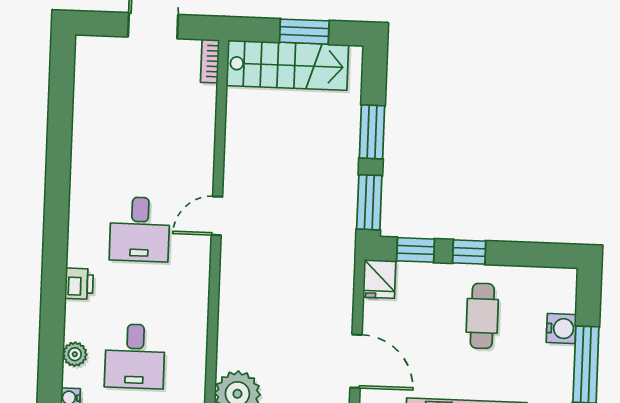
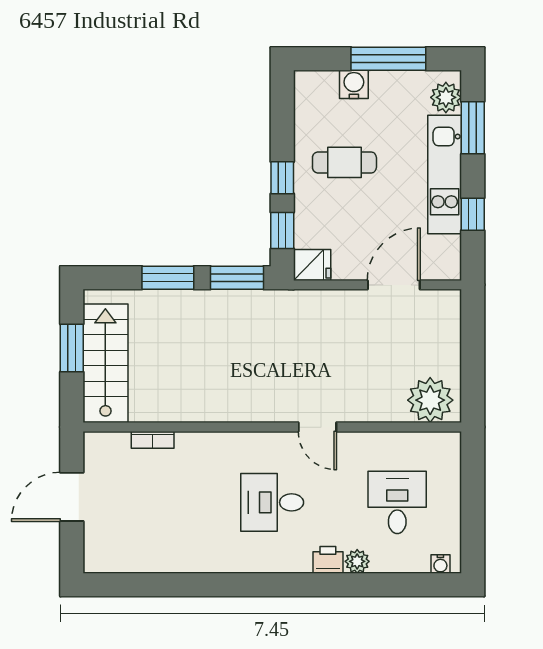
bookcase: (210, 61) -> (153, 440), moved
door: (217, 216) -> (317, 427), moved
desk: (140, 229) -> (272, 502), turned 180
plant: (75, 354) -> (357, 561), moved
desk: (135, 356) -> (397, 502), turned -90

